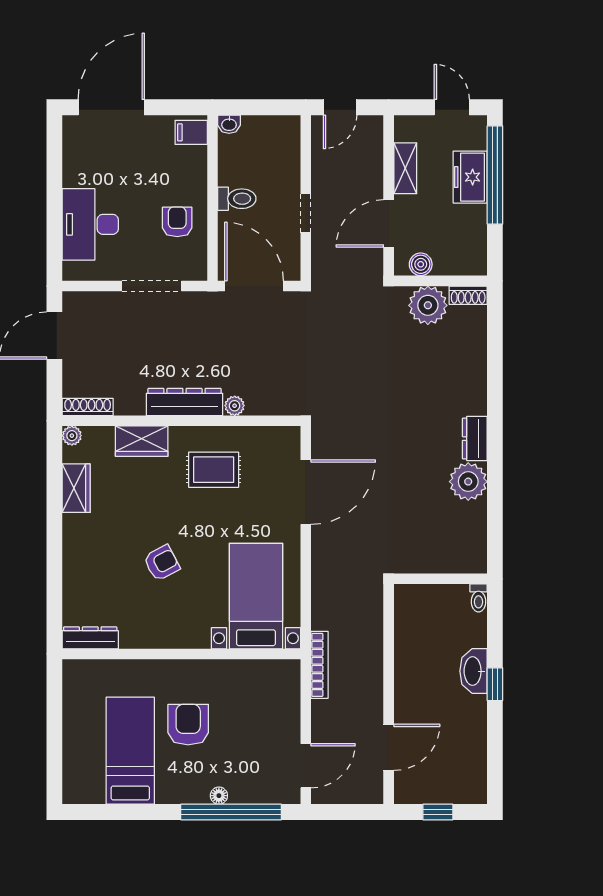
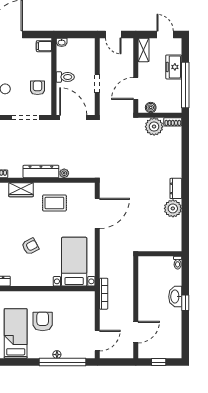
door: (340, 107) -> (113, 34), hinge flipped
shelving: (405, 168) -> (144, 50), moved
window: (495, 175) -> (185, 85), moved

